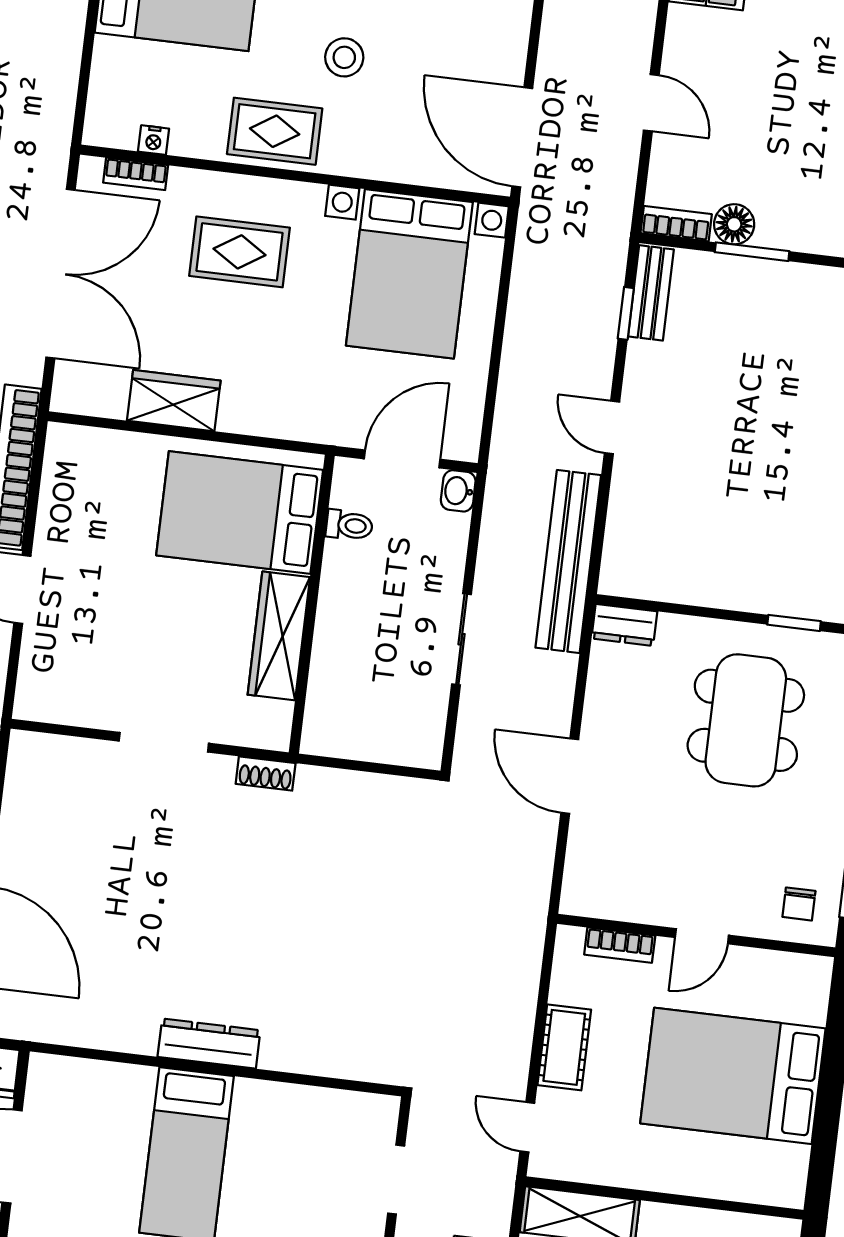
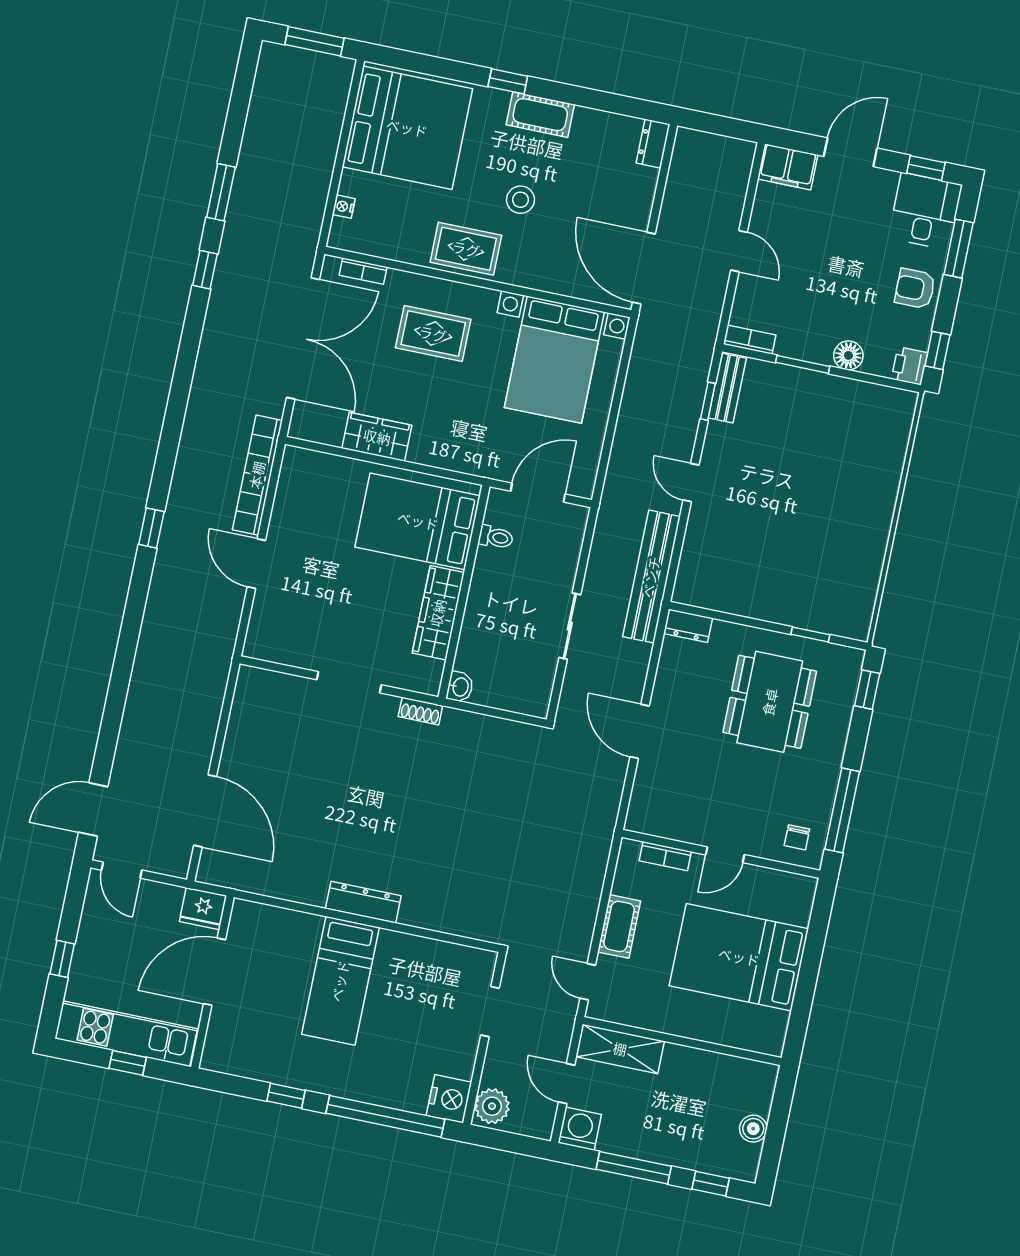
nightstand: (154, 140) -> (344, 207), moved, turned 90
floor lamp: (734, 224) -> (848, 355), moved
washbasin: (458, 491) -> (460, 687), moved, turned 180

